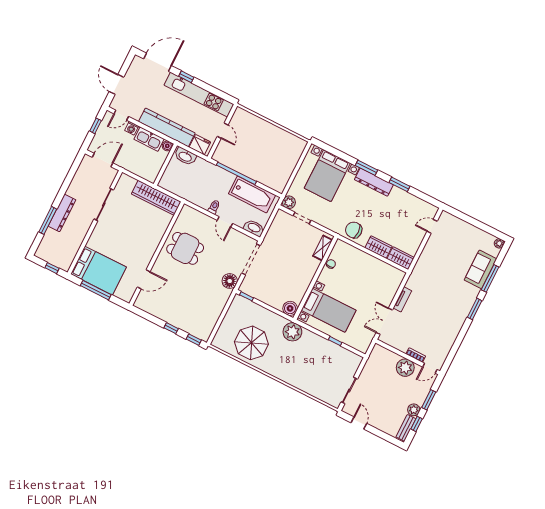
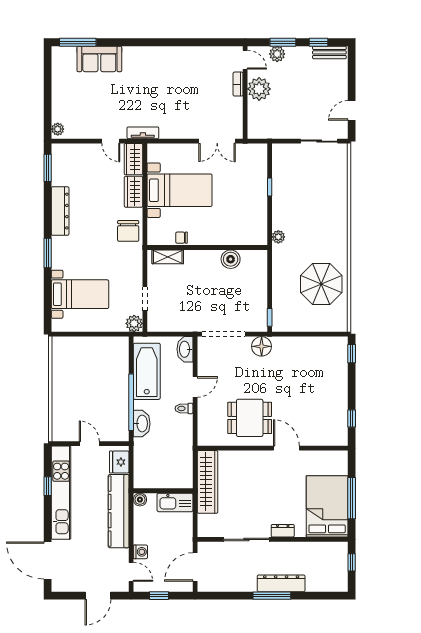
window: (186, 77) -> (48, 486), moved
door: (223, 131) -> (89, 444), hinge flipped
kitchen sink: (149, 139) -> (175, 502), moved, turned 90
washbasin: (185, 156) -> (142, 424), moved
door: (103, 160) -> (195, 567), hinge flipped
bed with nightstands: (327, 176) -> (80, 294), width x0.73
dresser: (374, 182) -> (60, 211), moved
window: (399, 184) -> (48, 168), moved
window: (48, 220) -> (272, 596), moved
door: (432, 226) -> (111, 141), moved
dresser: (97, 232) -> (283, 531), added
plant: (499, 243) -> (58, 129), moved
dining table: (185, 248) -> (250, 418), turned 90
window: (490, 278) -> (78, 42), moved
door: (144, 279) -> (286, 448), moved
tv unit: (402, 299) -> (143, 133), moved
boiler: (290, 308) -> (231, 259), moved
window: (475, 309) -> (149, 42), removed
bed with nightstands: (329, 310) -> (180, 190), moved, turned 90
window: (171, 328) -> (352, 419), moved
plant: (292, 332) -> (278, 237), width x0.53, depth x0.53
plant: (414, 410) -> (277, 54), moved

